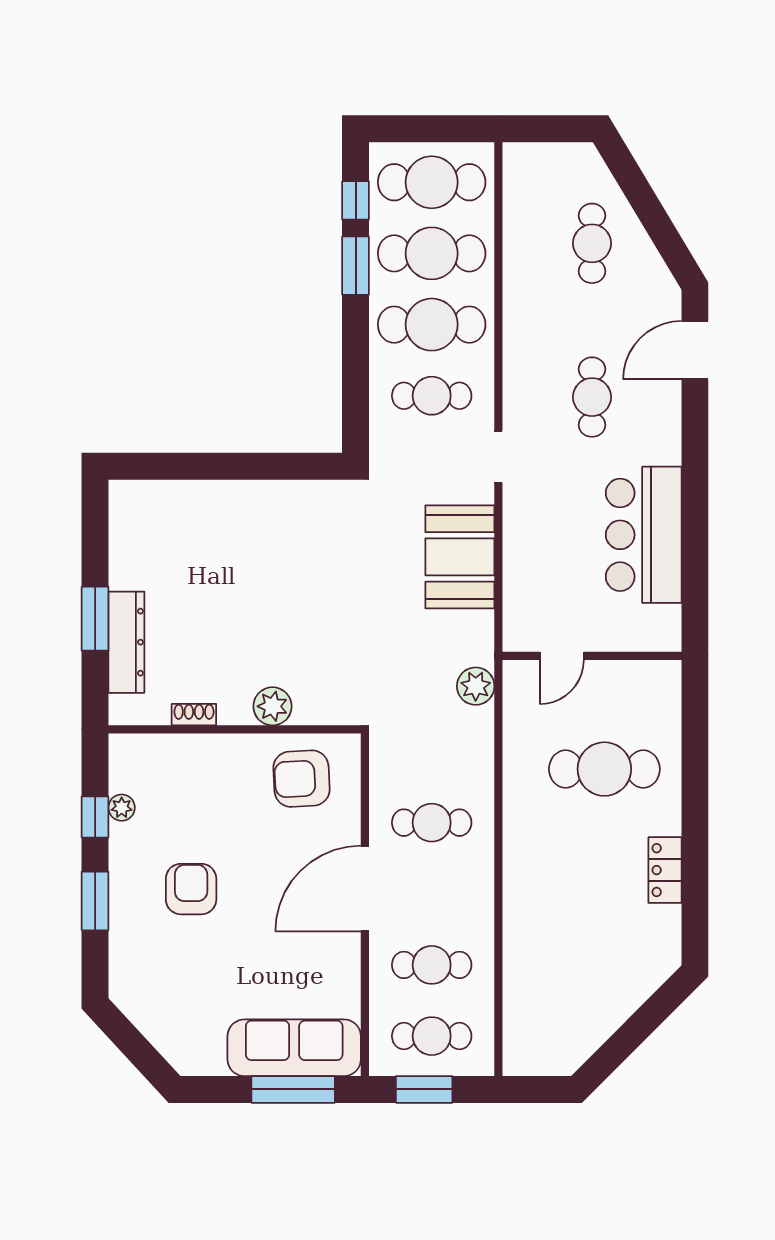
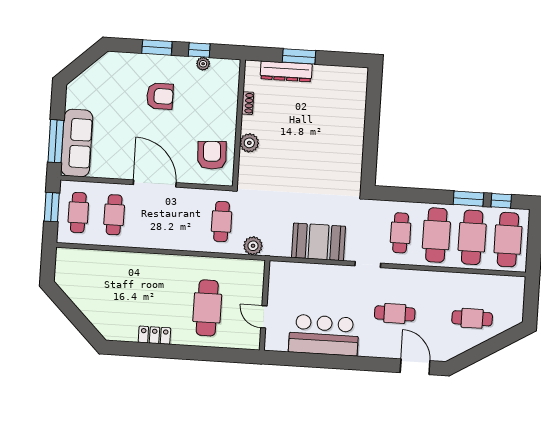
door: (562, 656) -> (264, 317), moved
cafe table: (432, 823) -> (222, 222), moved

